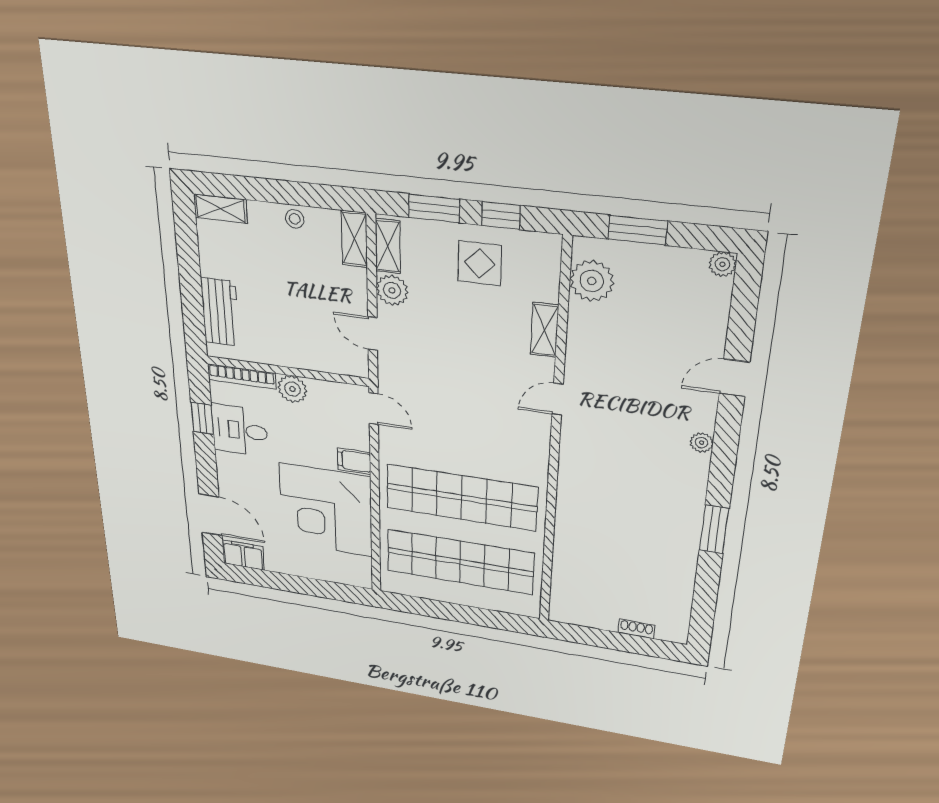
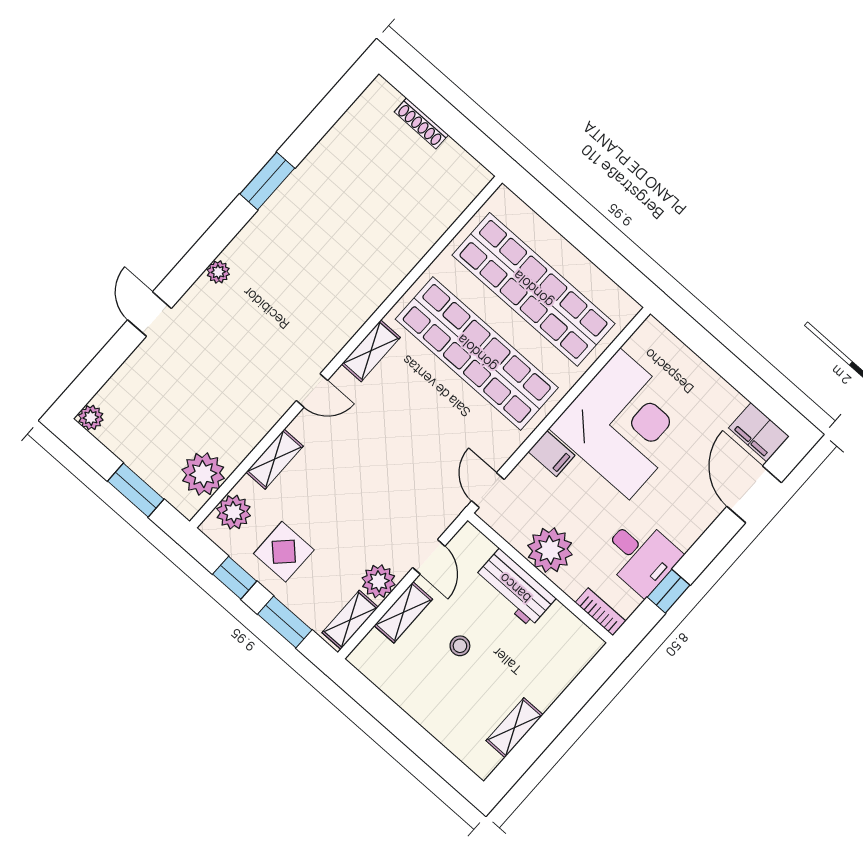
shelving: (220, 209) -> (515, 728), moved, turned 90
stool: (295, 219) -> (460, 646), moved
shelving: (354, 239) -> (403, 612), moved
plant: (543, 267) -> (234, 512), added
workbench: (220, 312) -> (515, 588), moved, turned -90
bookcase: (242, 376) -> (600, 612), width x0.64
door: (734, 378) -> (150, 314), swing flipped
plant: (292, 389) -> (550, 550), width x1.36, depth x1.36
shelving: (537, 455) -> (371, 351), added
shoe rack: (636, 629) -> (421, 123), width x1.43

